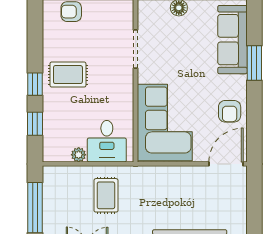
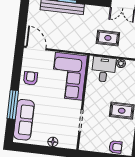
window: (254, 63) -> (13, 105), width x1.44
door: (226, 164) -> (36, 48), swing flipped
rug: (106, 195) -> (108, 38), turned 90

